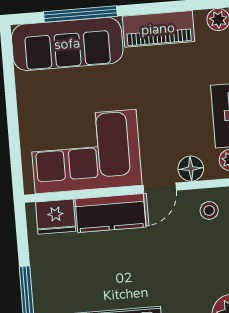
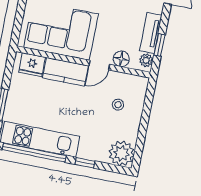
stool: (209, 210) -> (118, 105), moved

